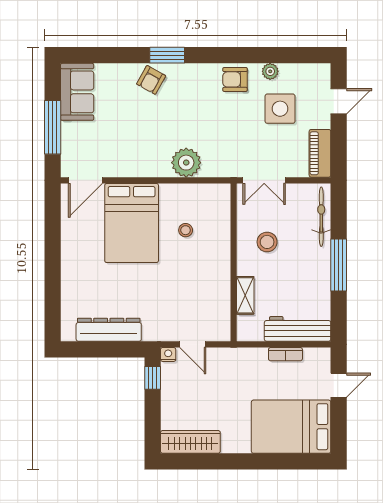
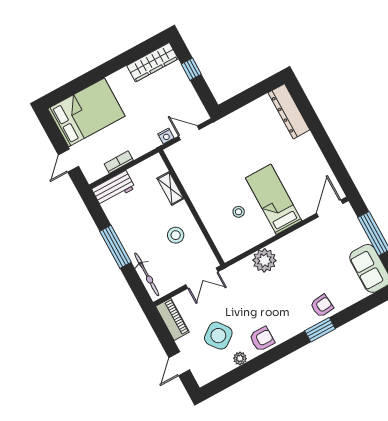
armchair: (151, 80) -> (322, 306), turned 55
side table: (280, 109) -> (218, 336), turned -37
double door: (264, 180) -> (202, 278), swing flipped
bed: (132, 223) -> (274, 199), width x0.67
workbench: (298, 329) -> (113, 188), width x0.73
dresser: (109, 330) -> (289, 111), moved, turned 90
nightstand: (168, 354) -> (166, 136), moved
window: (153, 378) -> (191, 69), moved

